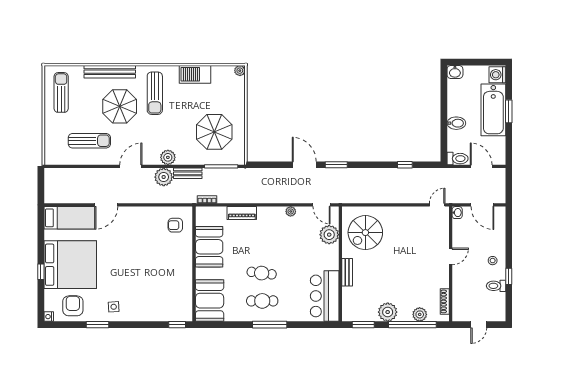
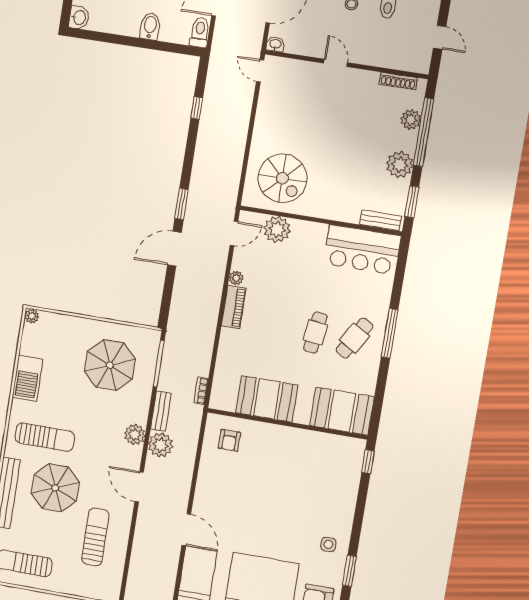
piano: (242, 213) -> (234, 307), moved
bench: (347, 272) -> (380, 220), moved
cafe table: (262, 301) -> (354, 338), turned 30

